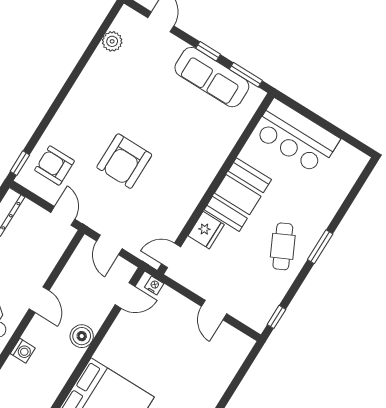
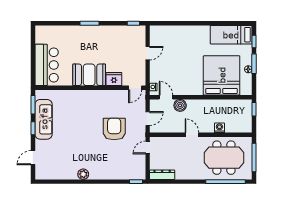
plant: (112, 41) -> (83, 174), moved
armchair: (124, 161) -> (114, 129), moved, turned -90
armchair: (54, 166) -> (127, 165), removed
cafe table: (283, 246) -> (100, 40), removed
door: (171, 255) -> (135, 88), hinge flipped
door: (39, 300) -> (192, 135), hinge flipped
boiler: (82, 336) -> (180, 105), moved

